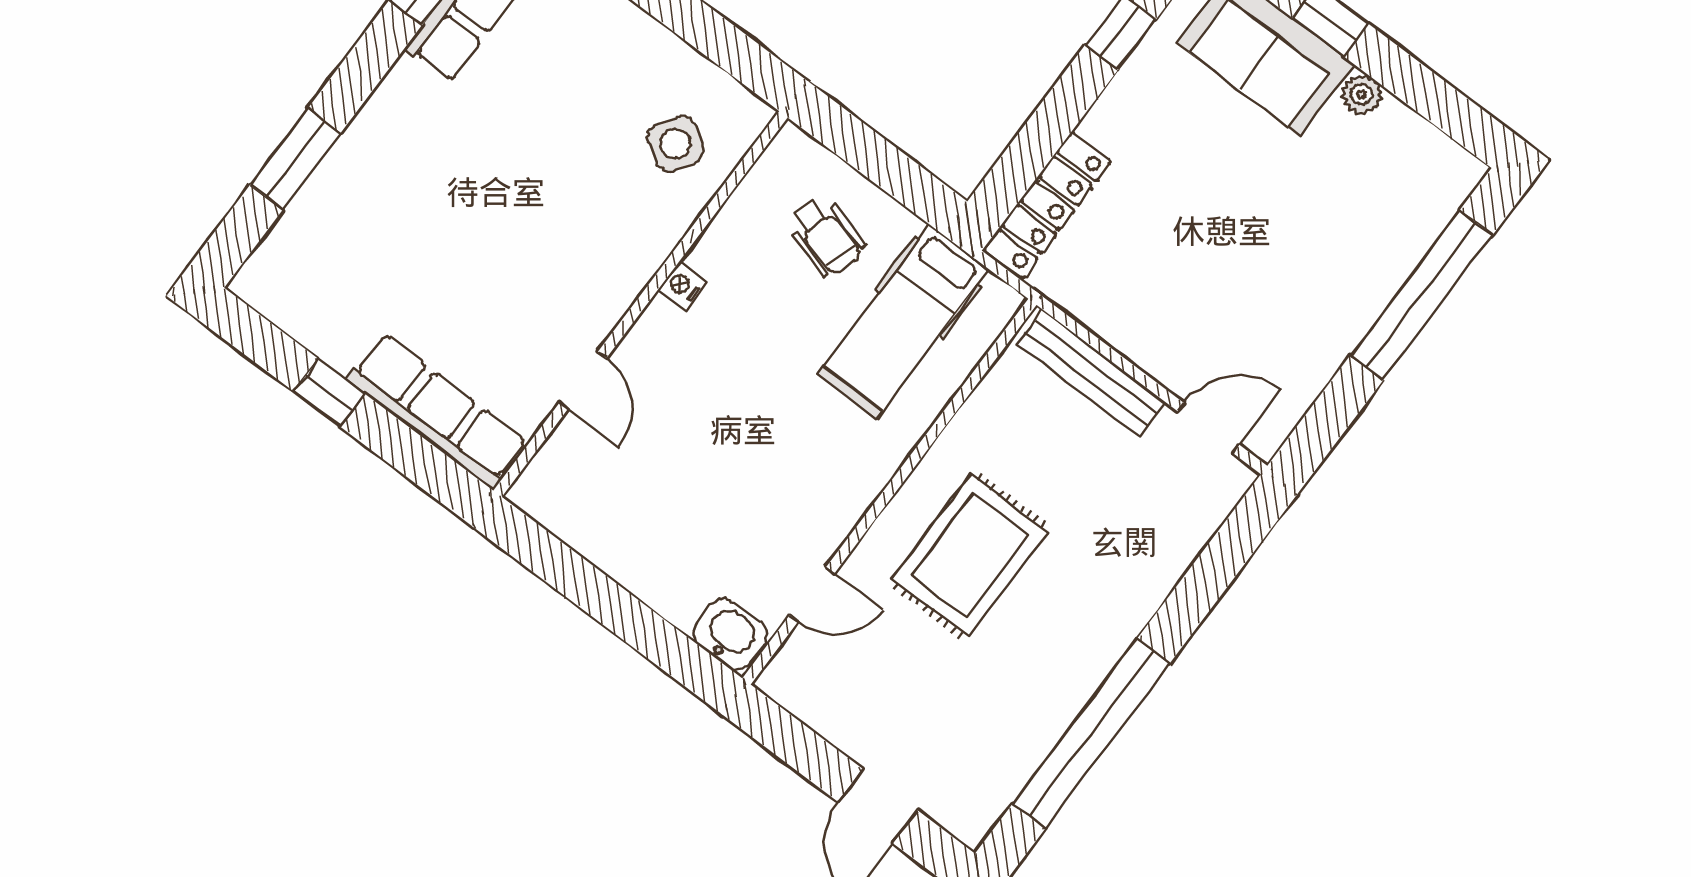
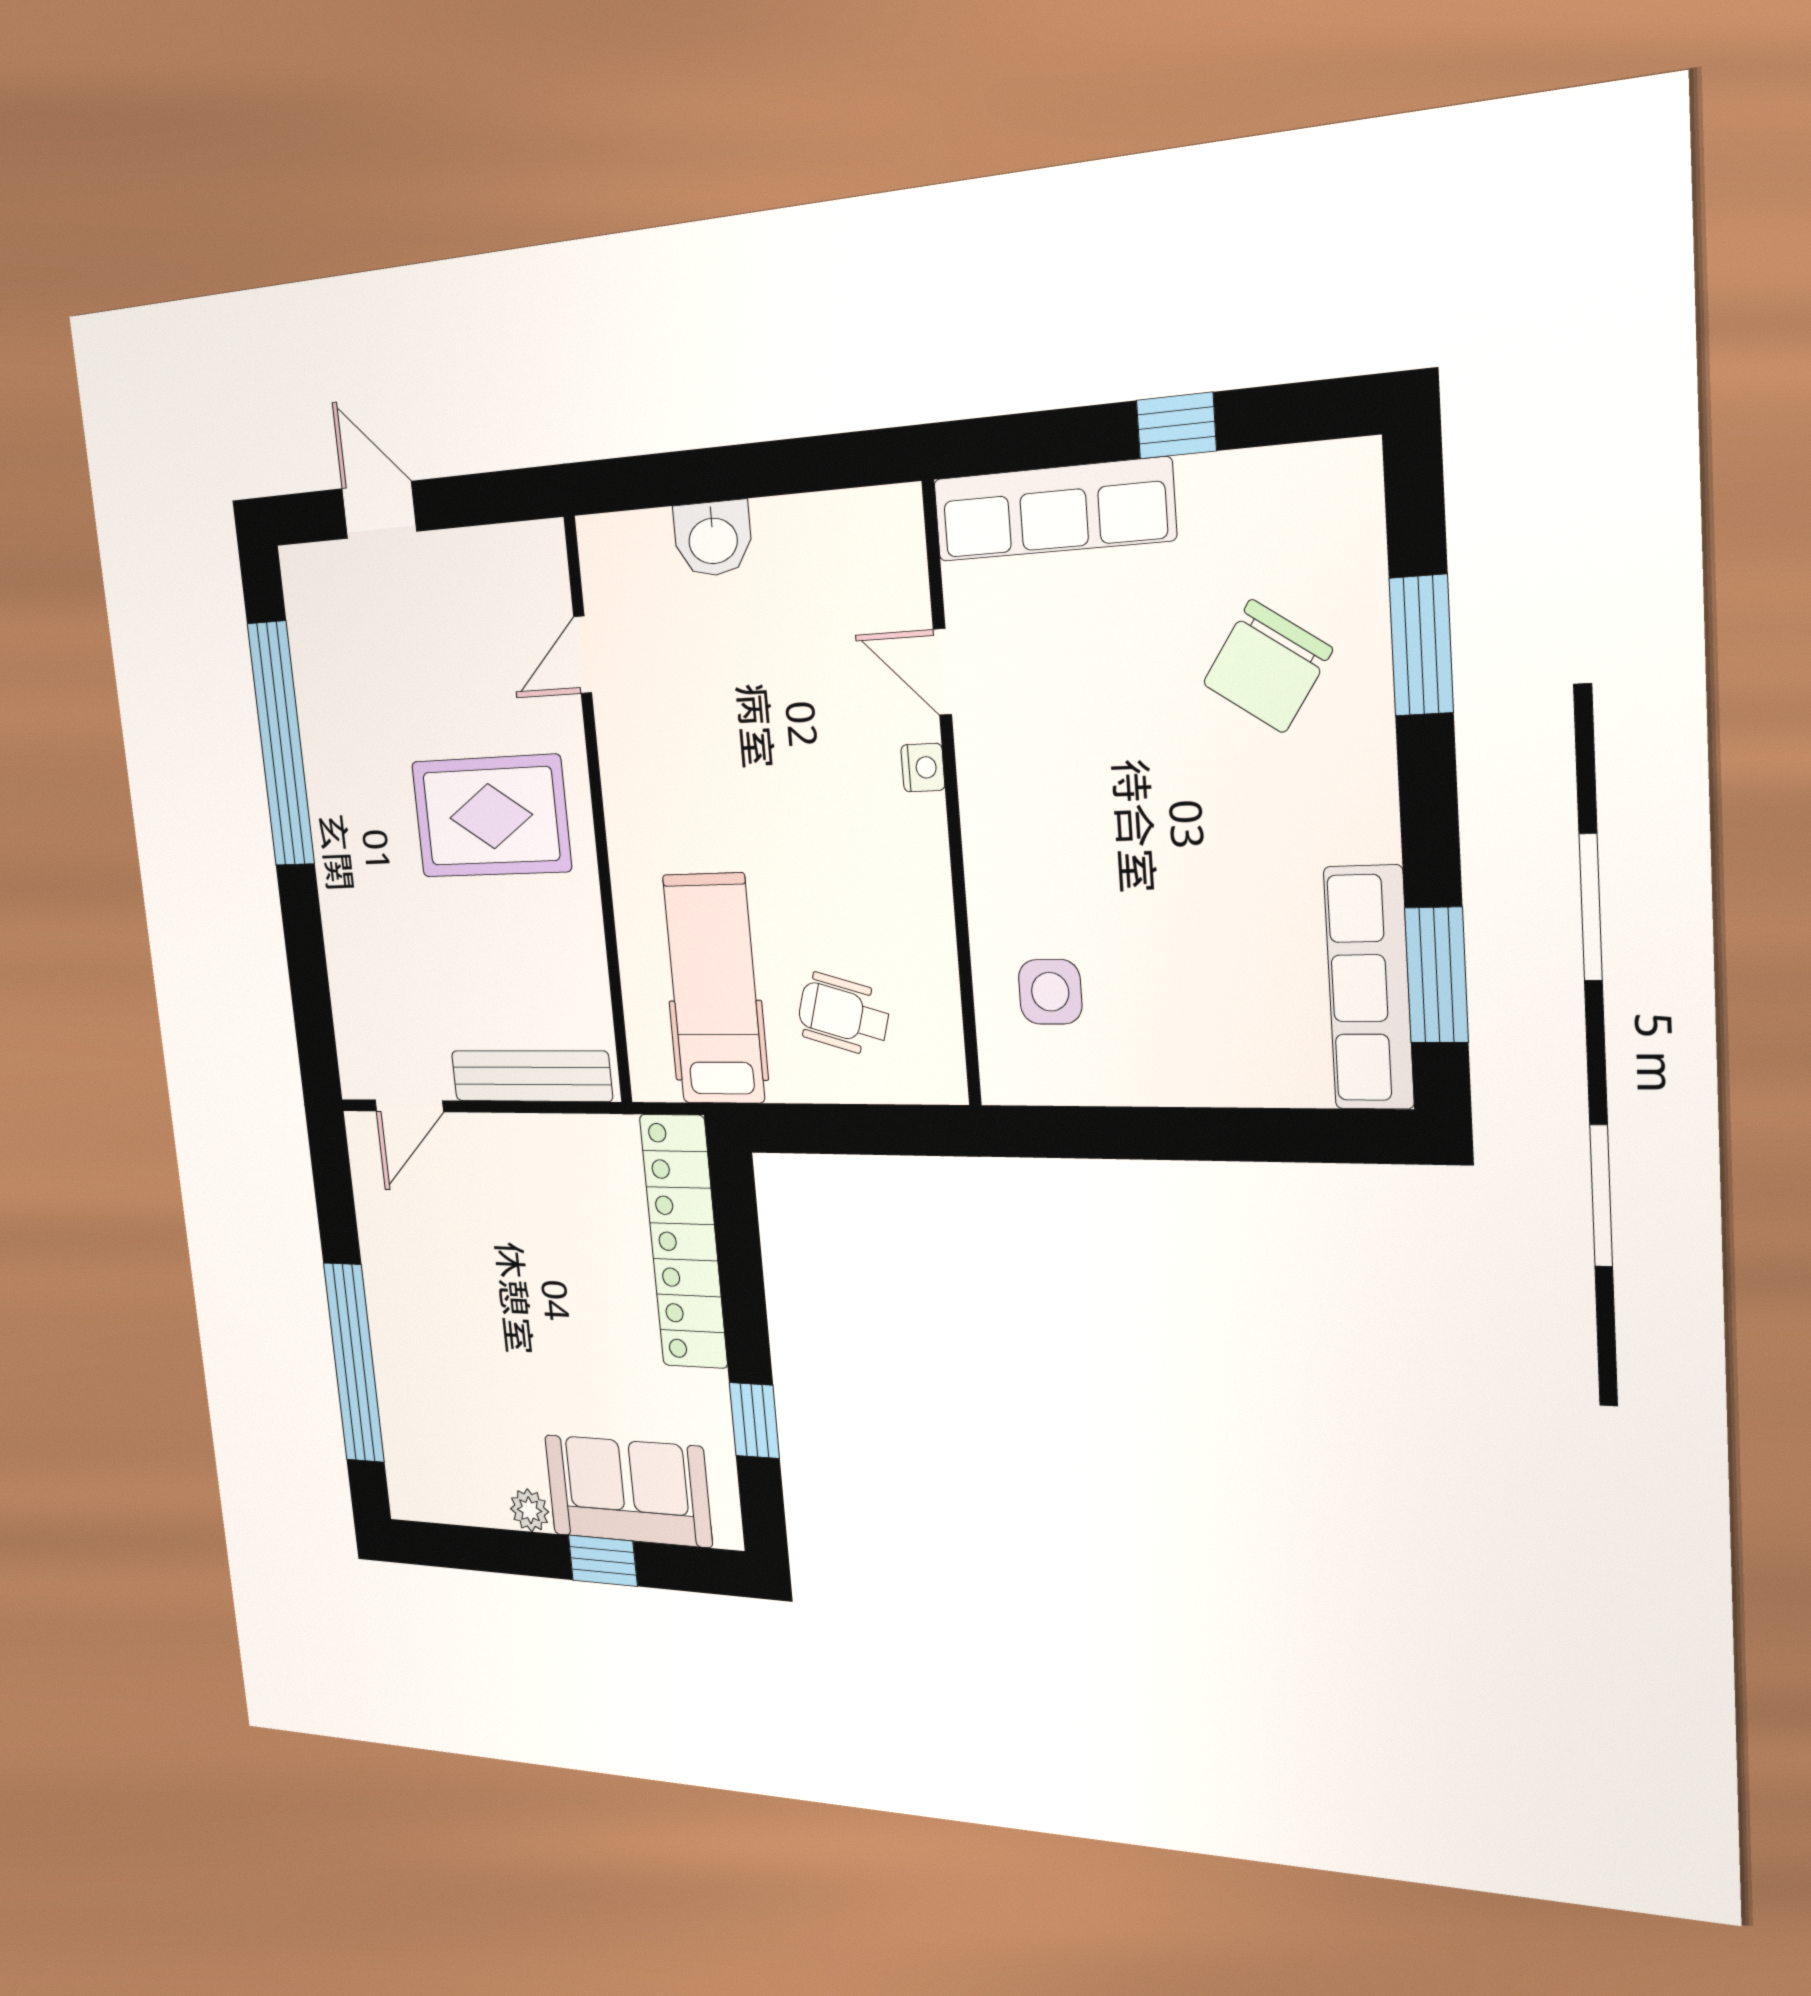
side table: (675, 143) -> (1050, 992), turned -32
locker: (1047, 205) -> (684, 1242), width x1.41, depth x1.21
chair: (388, 220) -> (1267, 666), added
nightstand: (682, 286) -> (923, 768), moved
rug: (970, 555) -> (491, 816), turned 90
washbasin: (730, 634) -> (713, 539), moved

